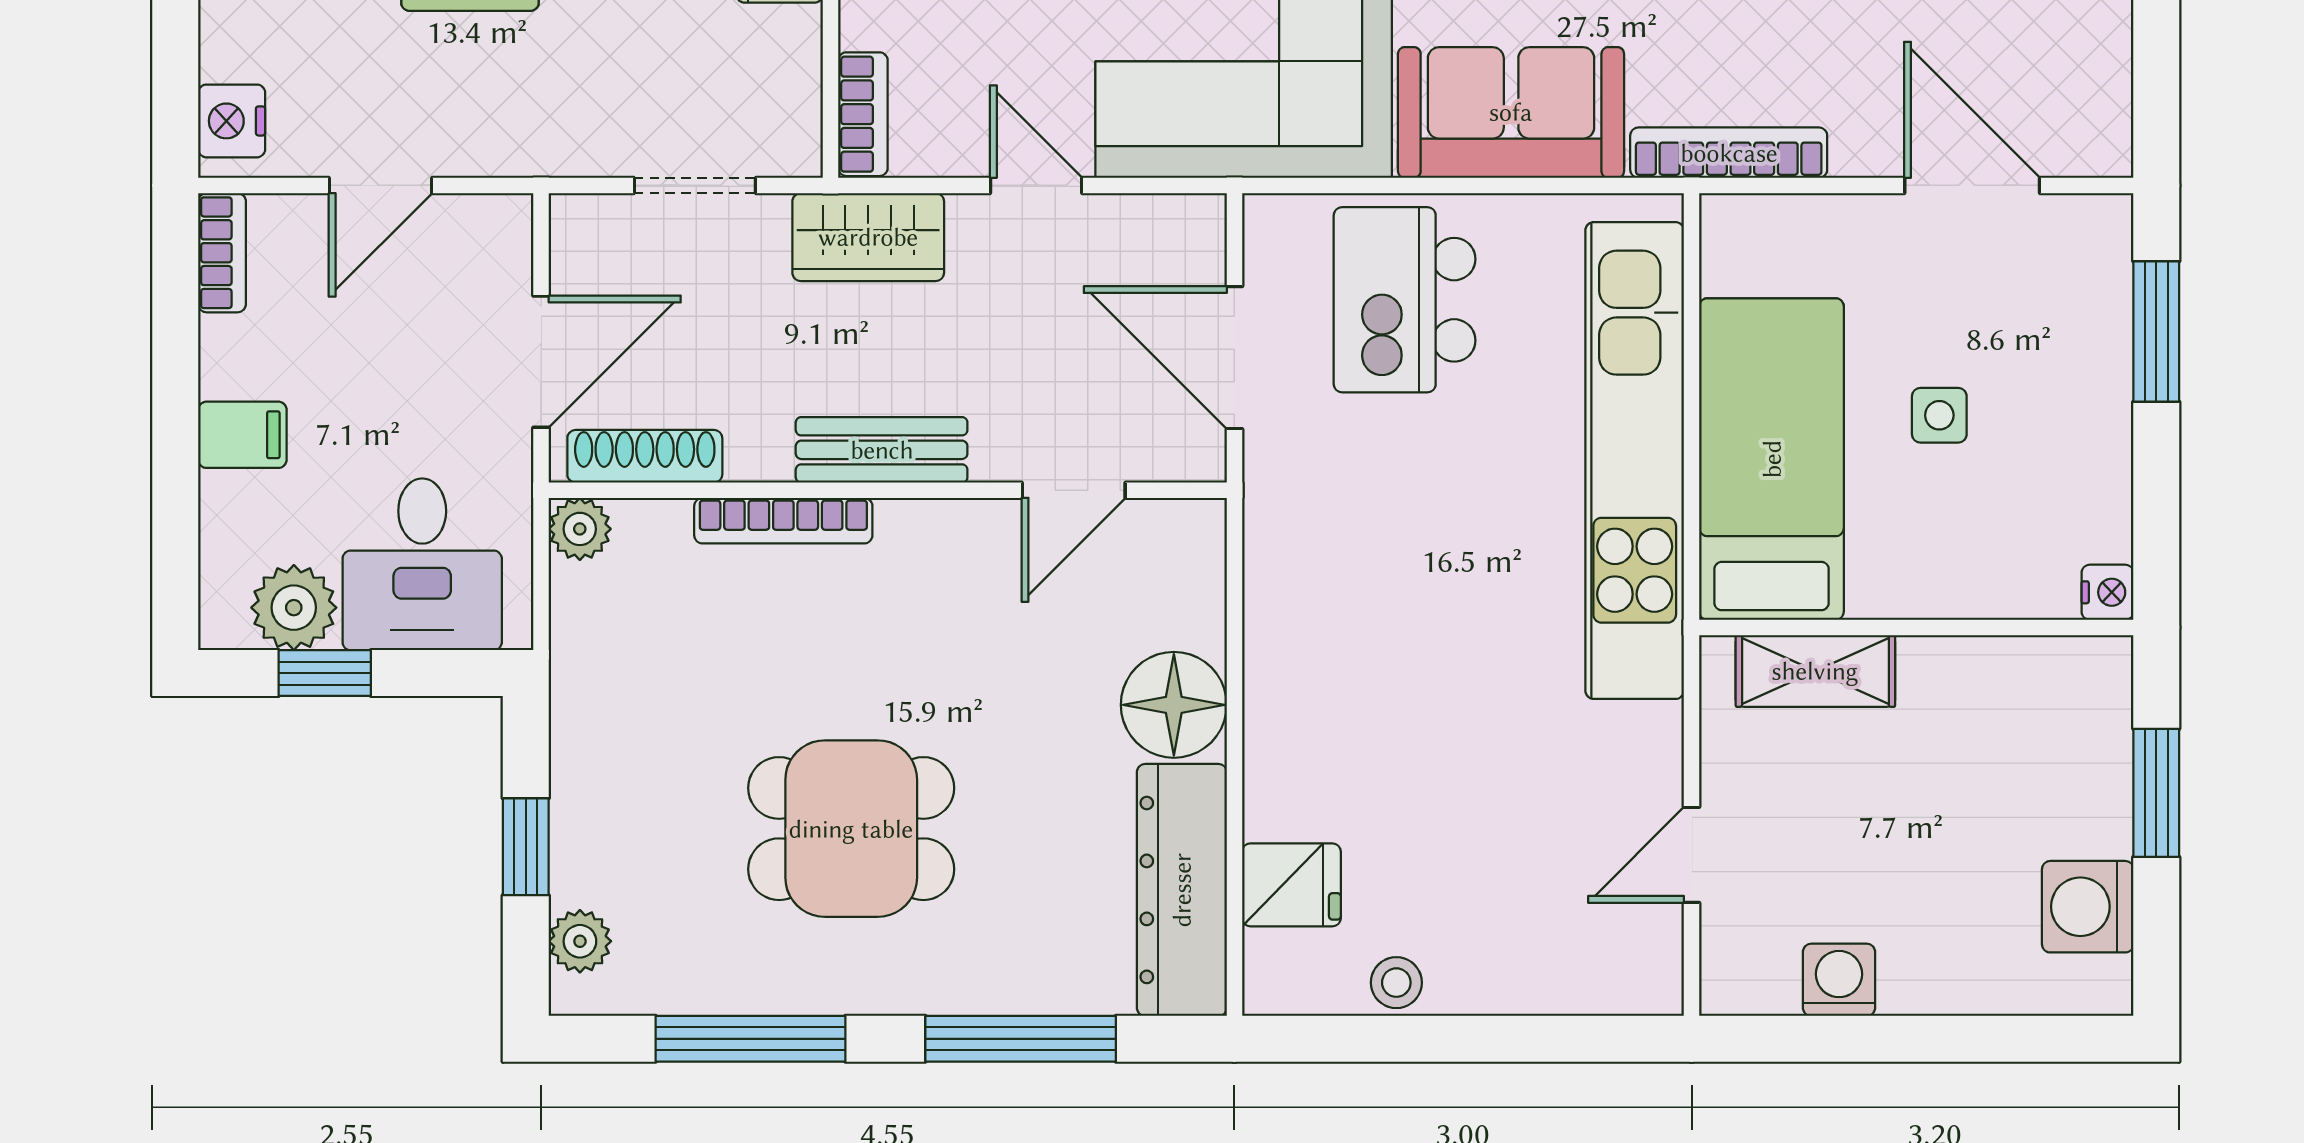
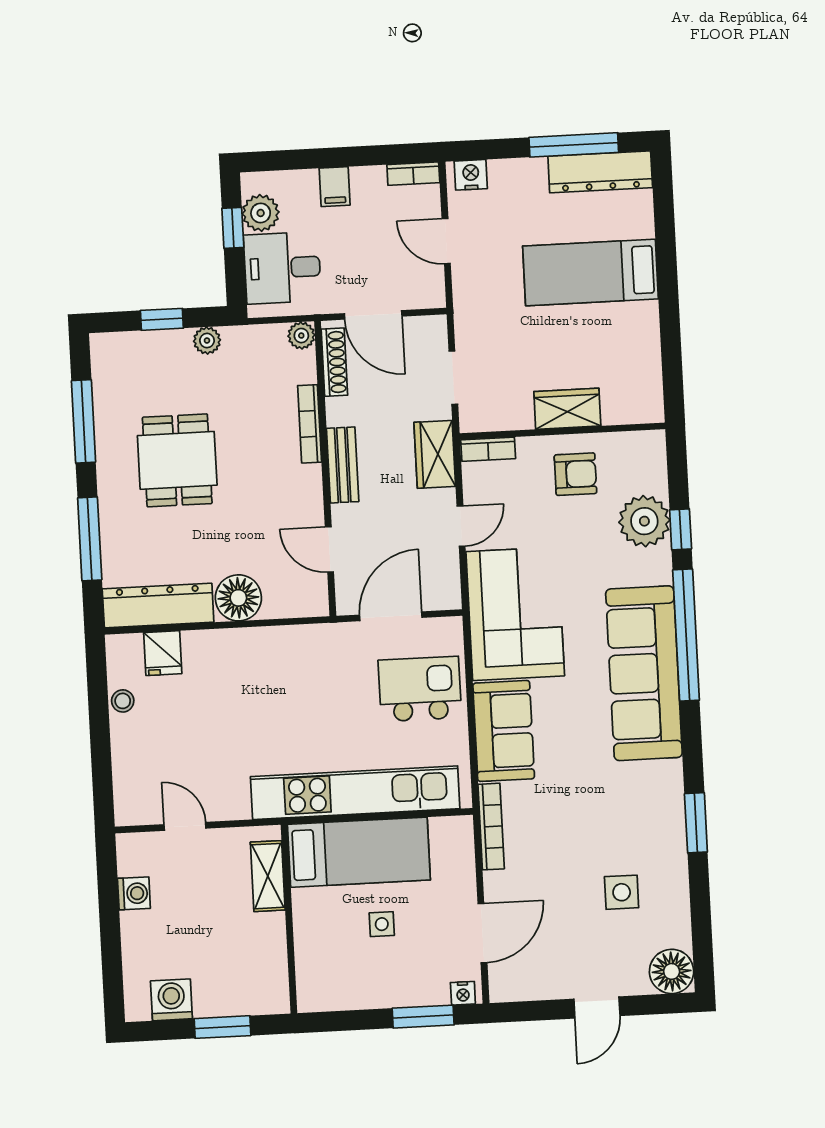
nightstand: (2108, 592) -> (463, 993), moved
plant: (580, 941) -> (207, 341), moved

